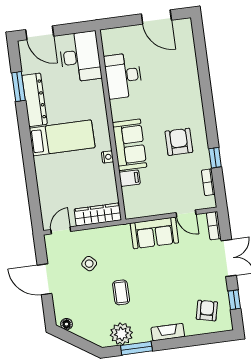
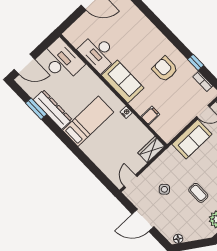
sofa: (130, 145) -> (123, 82), moved
wardrobe: (98, 215) -> (151, 150), width x0.67

